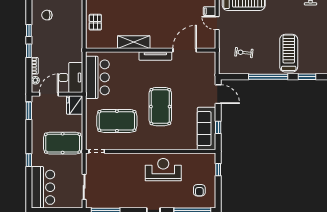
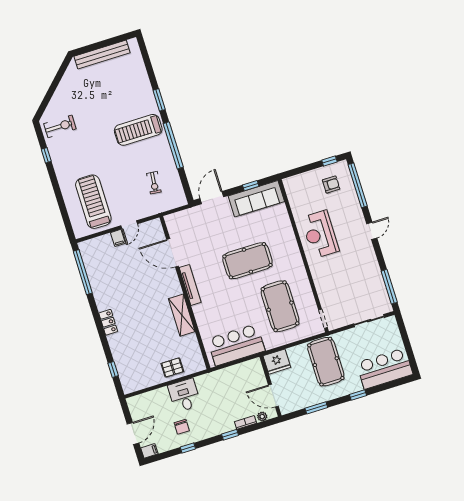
window: (29, 30) -> (188, 448), moved
desk: (71, 77) -> (184, 395), moved, width x0.73
window: (29, 111) -> (316, 408), moved
window: (218, 170) -> (329, 161), moved

